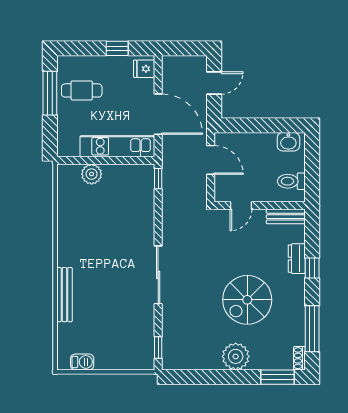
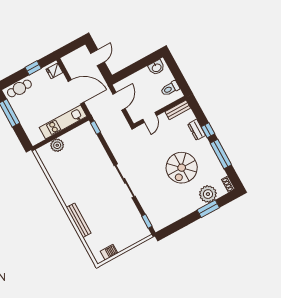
cafe table: (82, 90) -> (19, 88), moved
door: (211, 160) -> (119, 101), hinge flipped
window: (312, 329) -> (221, 154), moved
plant: (236, 356) -> (208, 194), moved
window: (278, 377) -> (208, 209), moved

